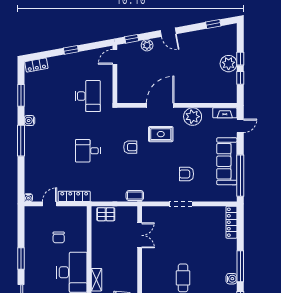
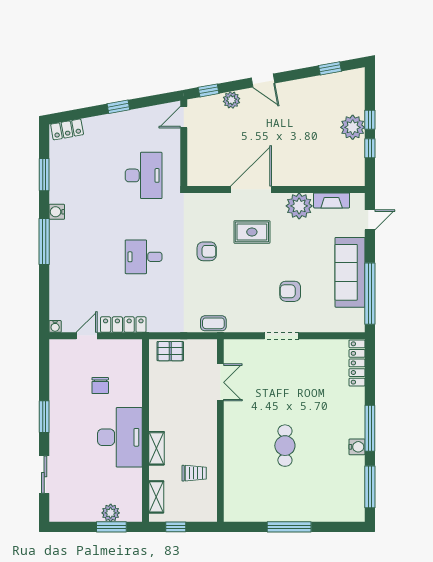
fireplace: (225, 113) -> (332, 200), moved

